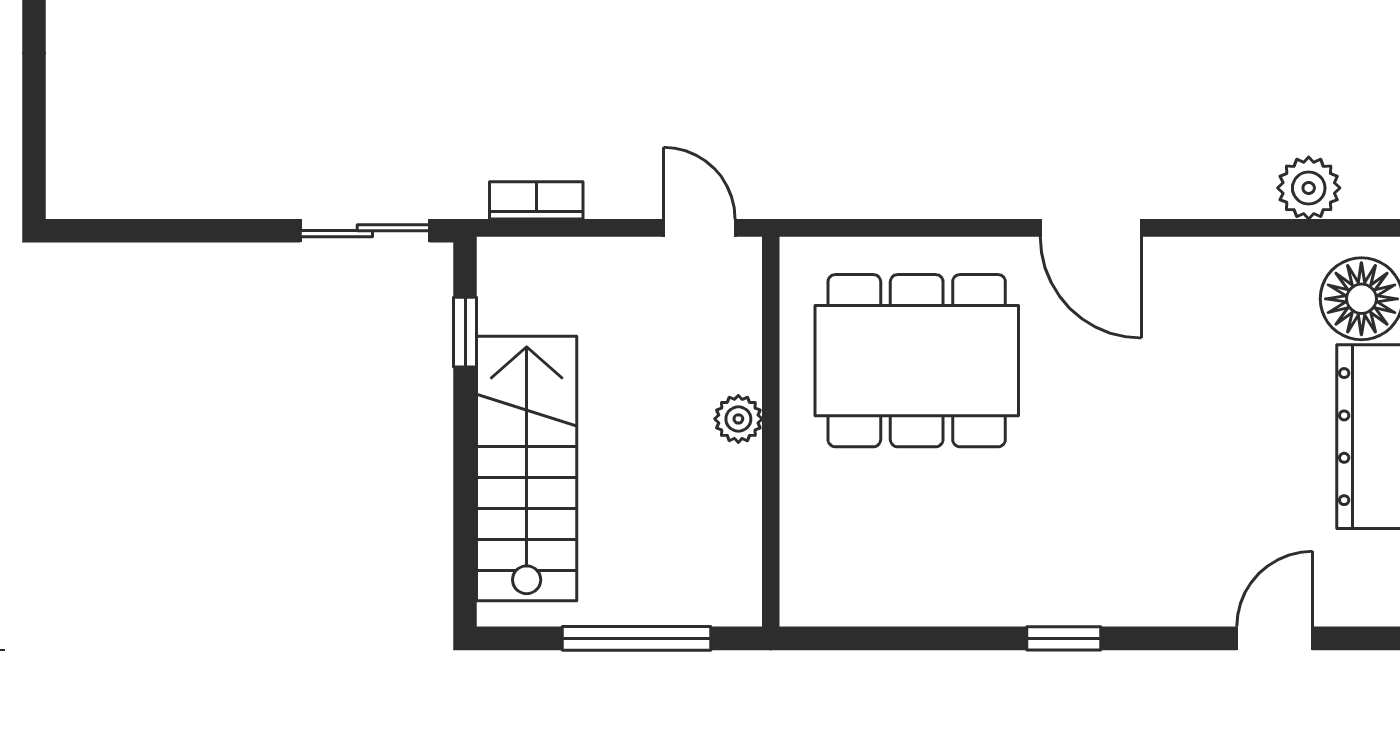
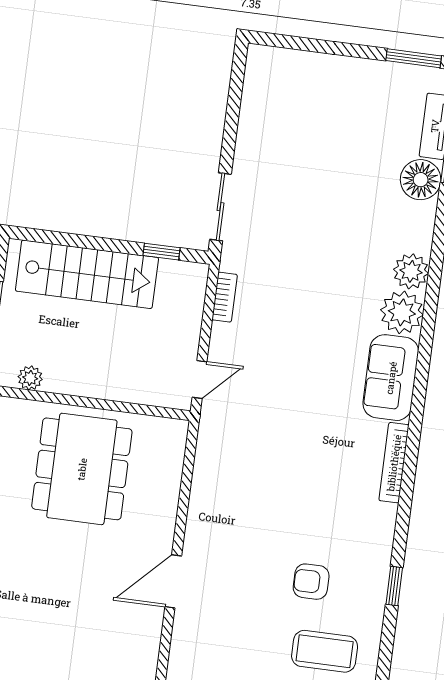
dining table: (917, 361) -> (82, 469), moved
plant: (738, 419) -> (30, 378), moved

